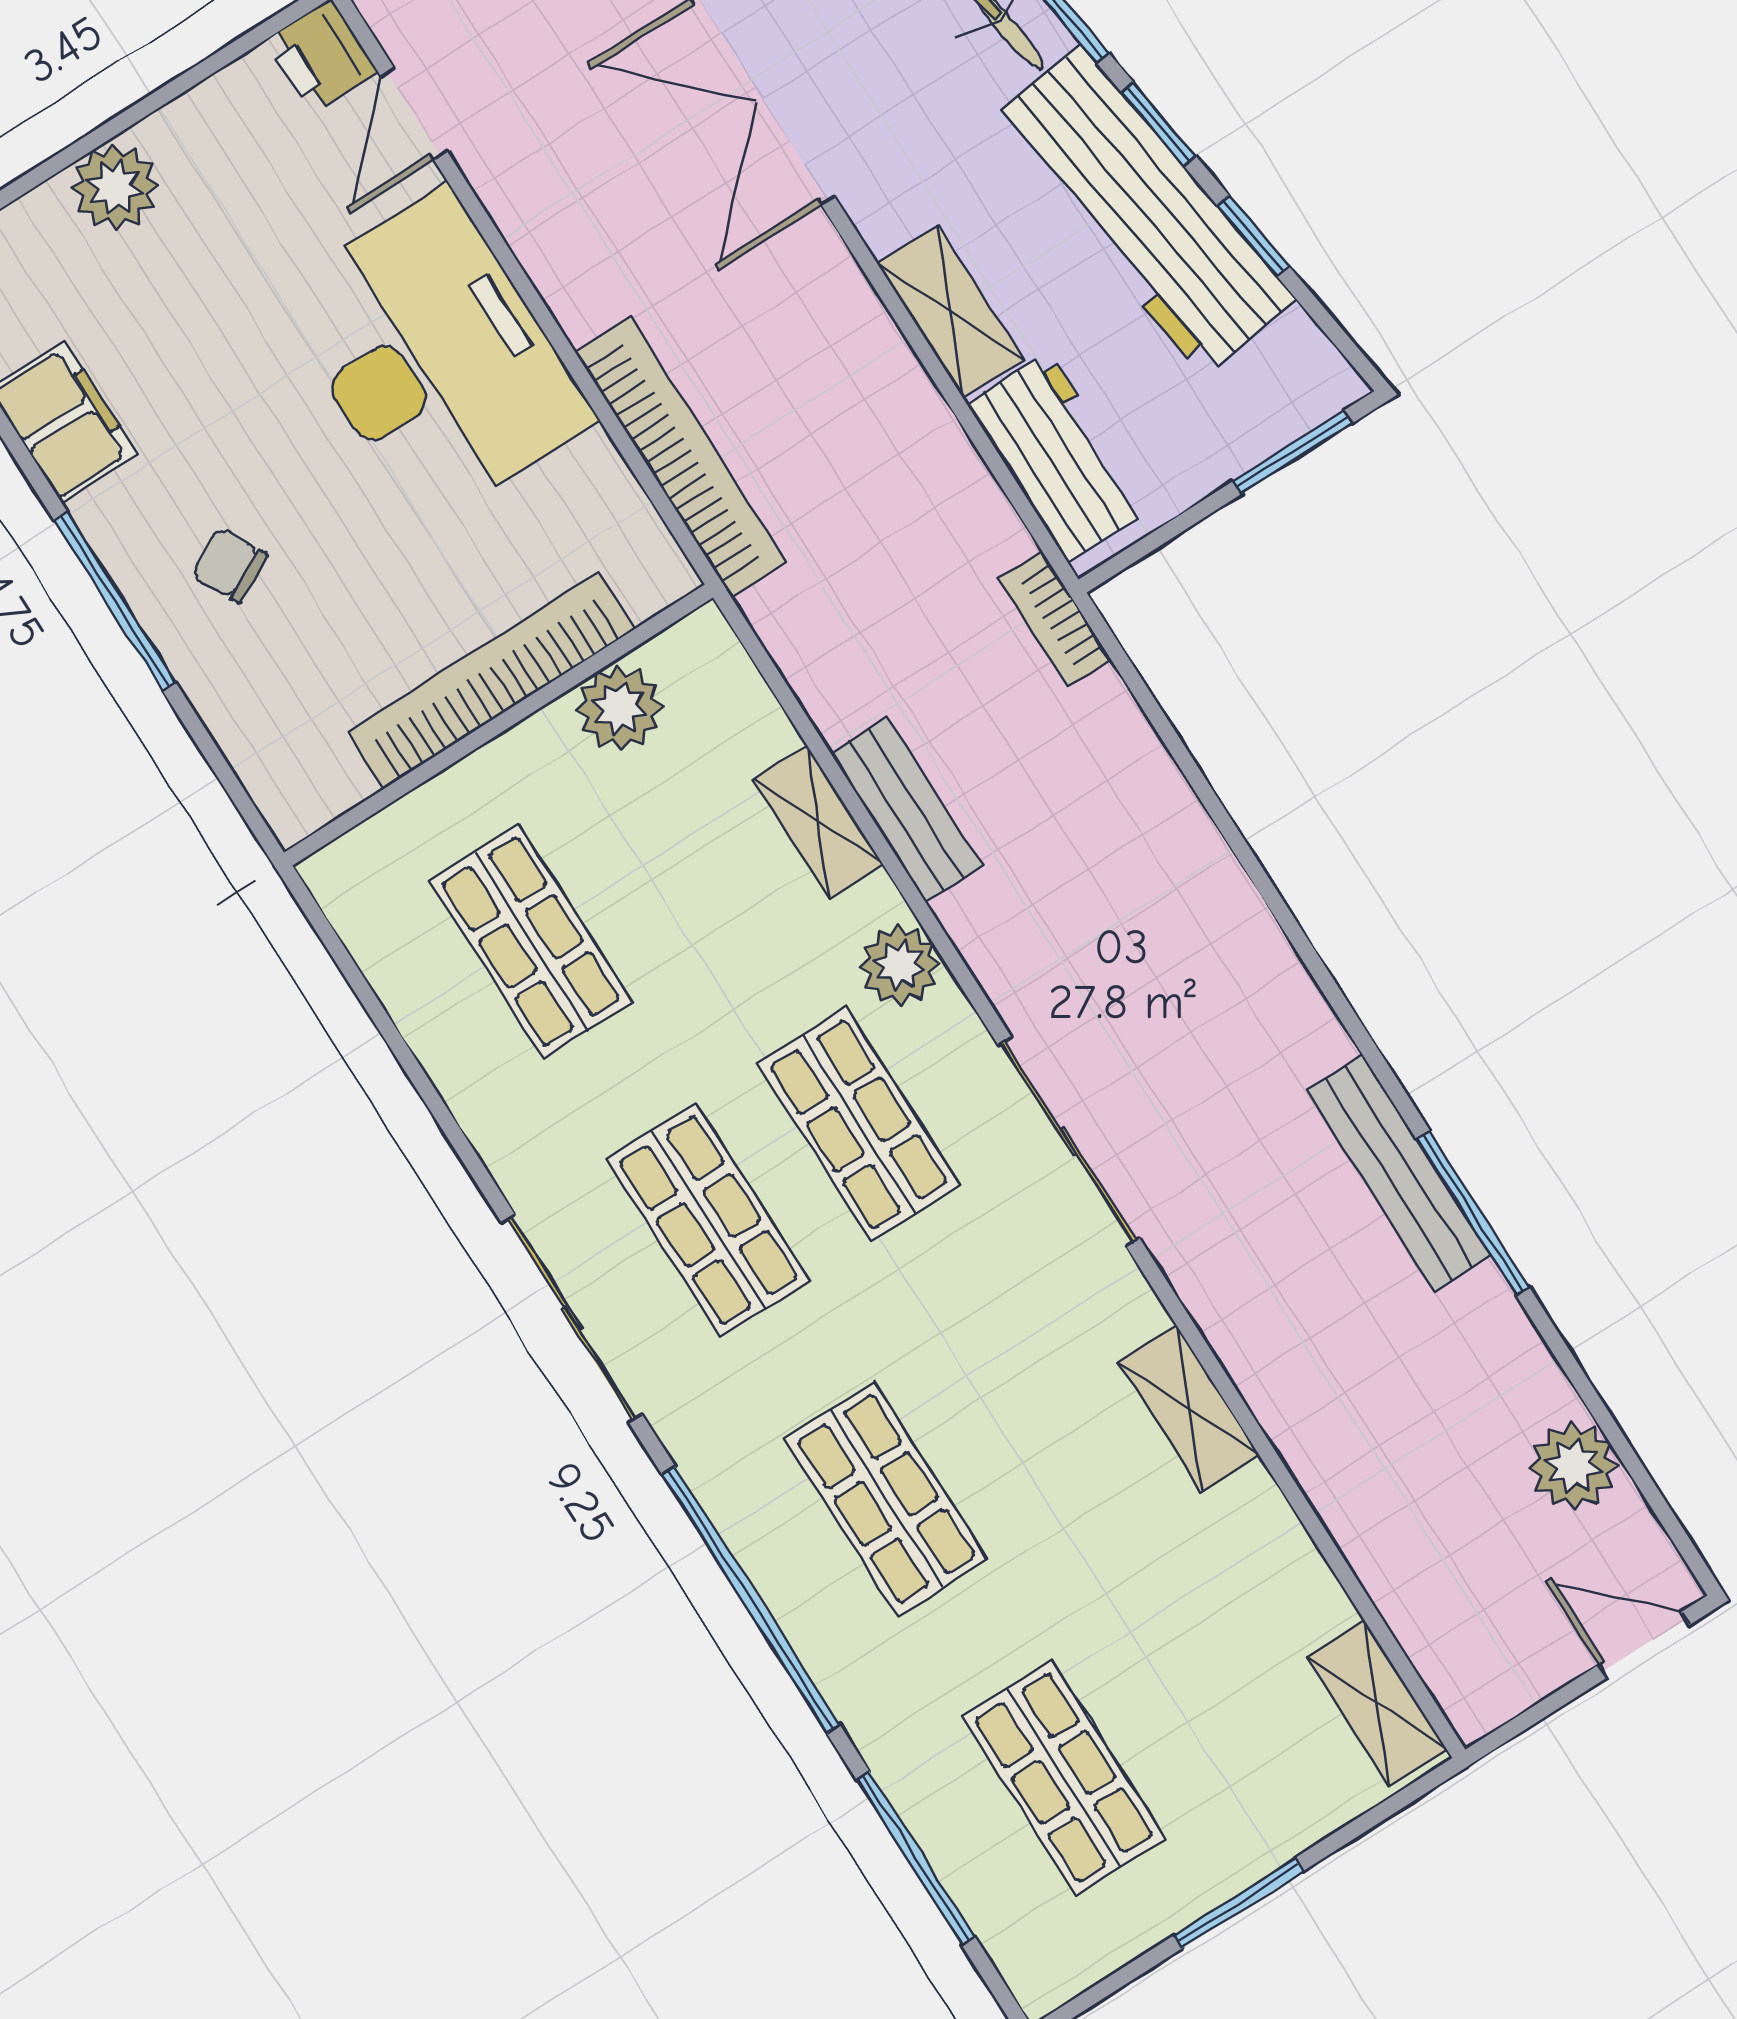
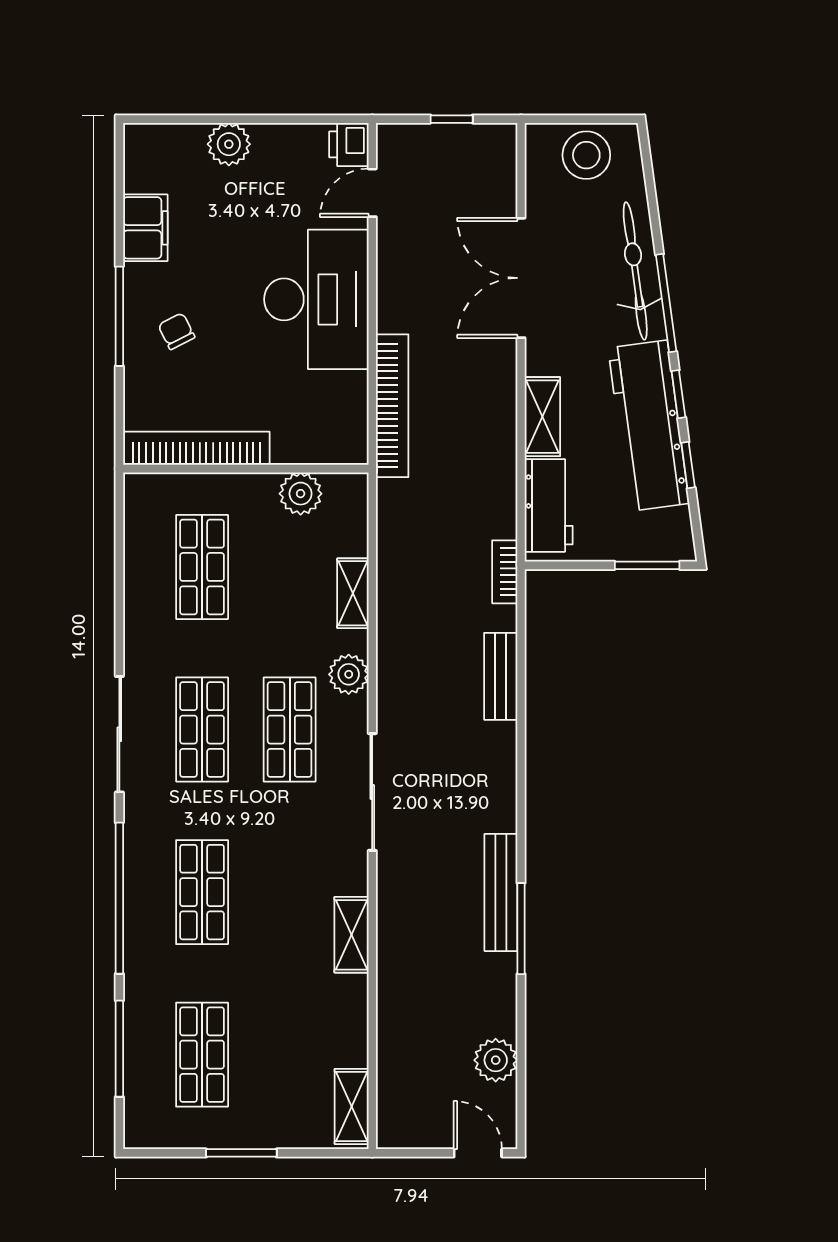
bookcase: (491, 680) -> (196, 448), moved
bench: (906, 810) -> (501, 676), moved

